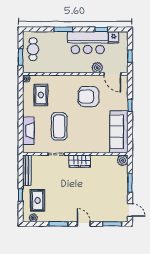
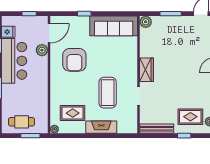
coffee table: (59, 126) -> (108, 93), turned 90
fireplace: (28, 131) -> (101, 127), moved

